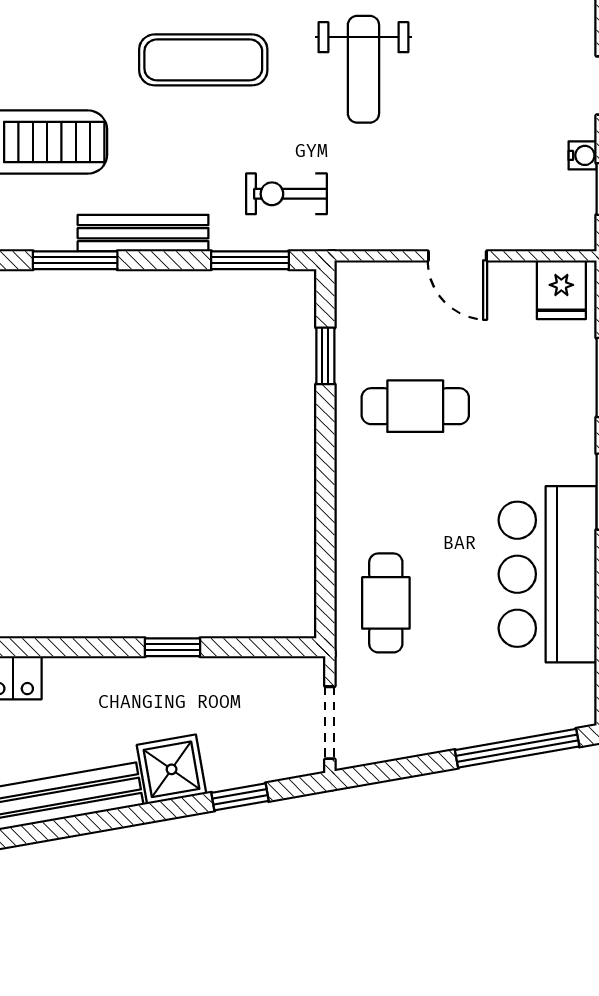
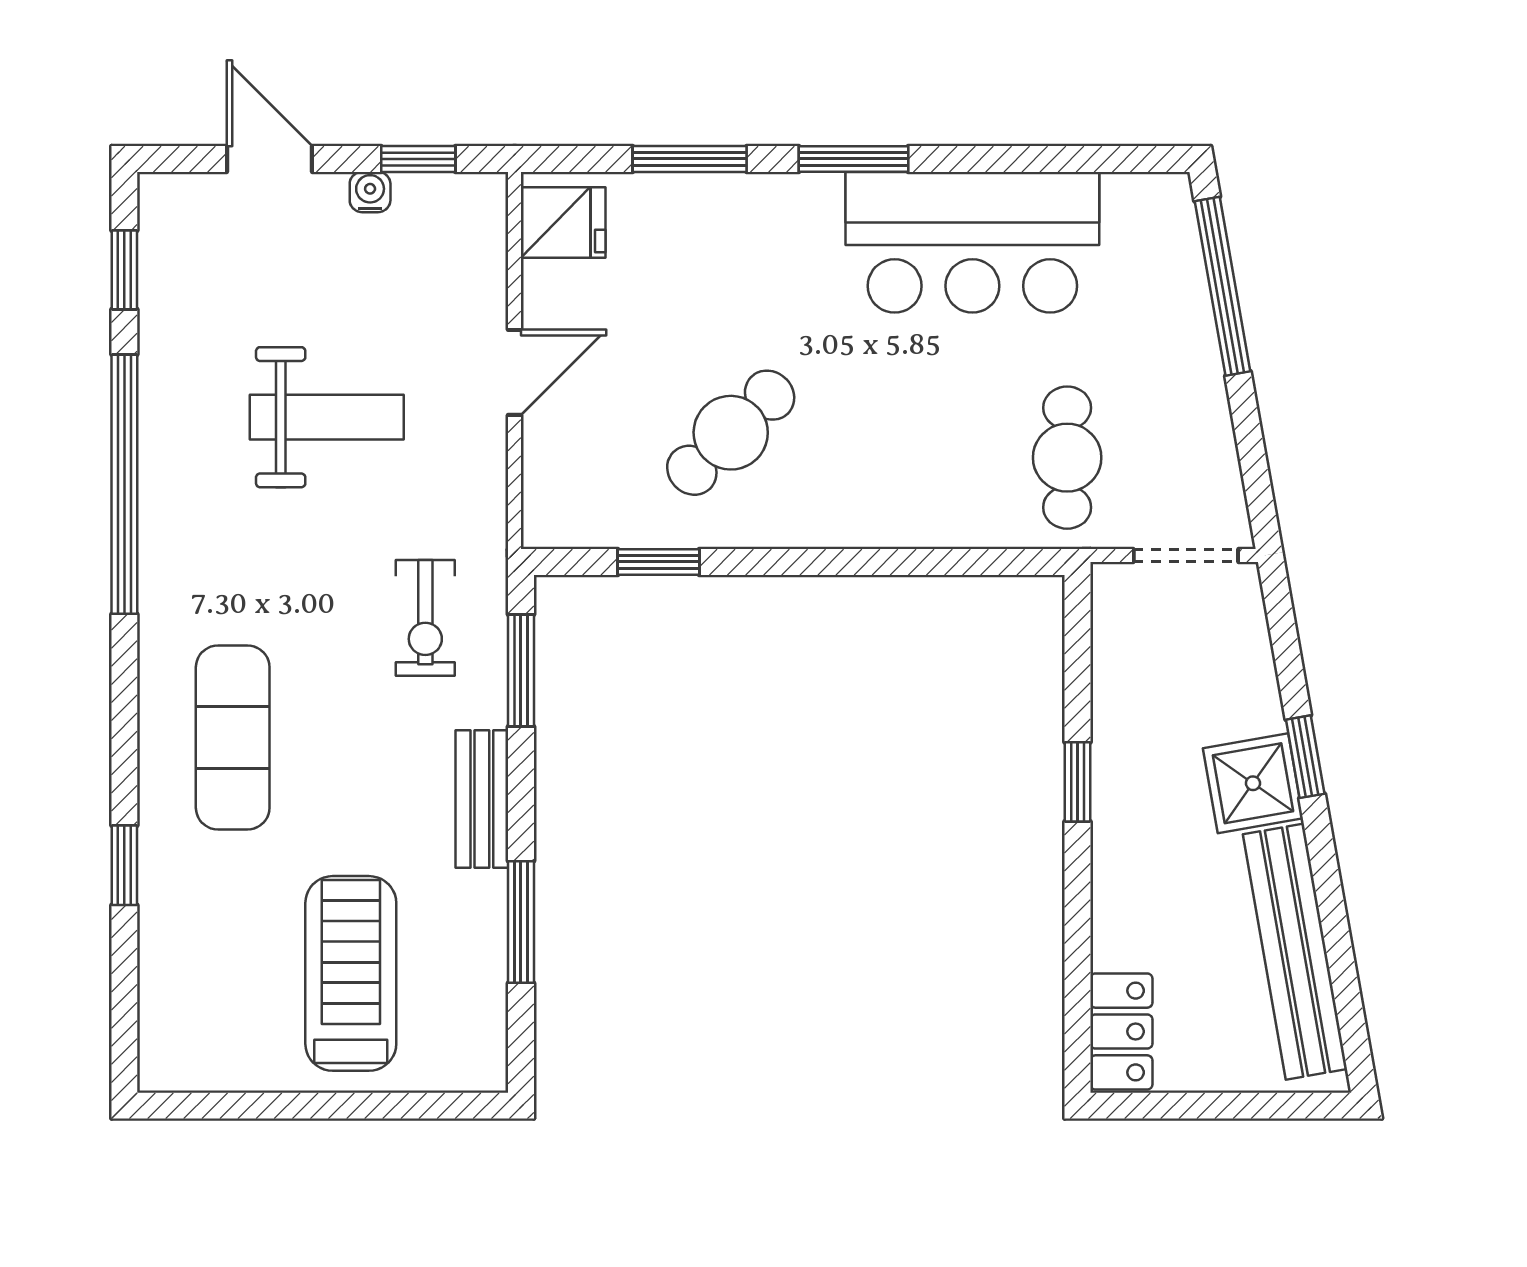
weight bench: (363, 69) -> (327, 417), moved
bench: (143, 233) -> (482, 799), width x0.73
cafe table: (415, 406) -> (731, 433), turned 46
cafe table: (386, 603) -> (1067, 458), moved, turned 90
window: (240, 797) -> (1305, 757), moved

